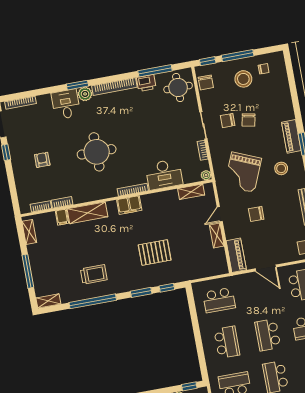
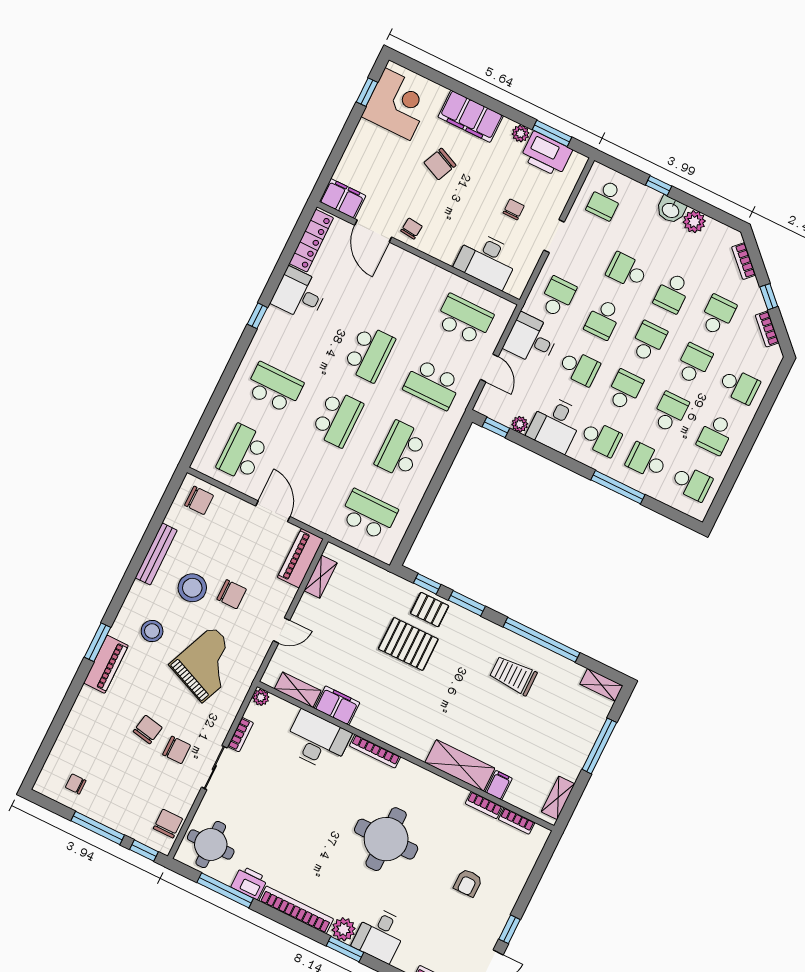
stool: (243, 79) -> (192, 588), moved
filing cabinet: (129, 205) -> (337, 706), moved
shelving: (217, 235) -> (321, 577), moved
pallet: (157, 276) -> (430, 610), added

